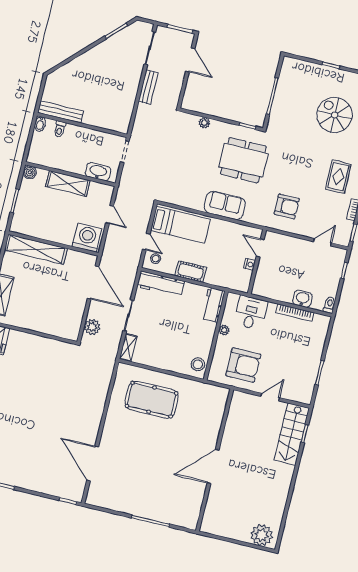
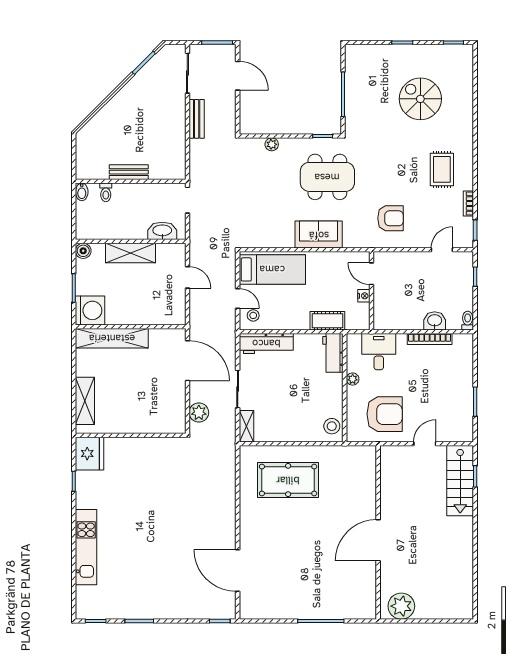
bench: (61, 112) -> (129, 172), moved, width x0.73
washing machine: (87, 238) -> (90, 310), moved, turned 90
cot: (191, 271) -> (327, 321), moved
plant: (262, 535) -> (401, 606), moved

